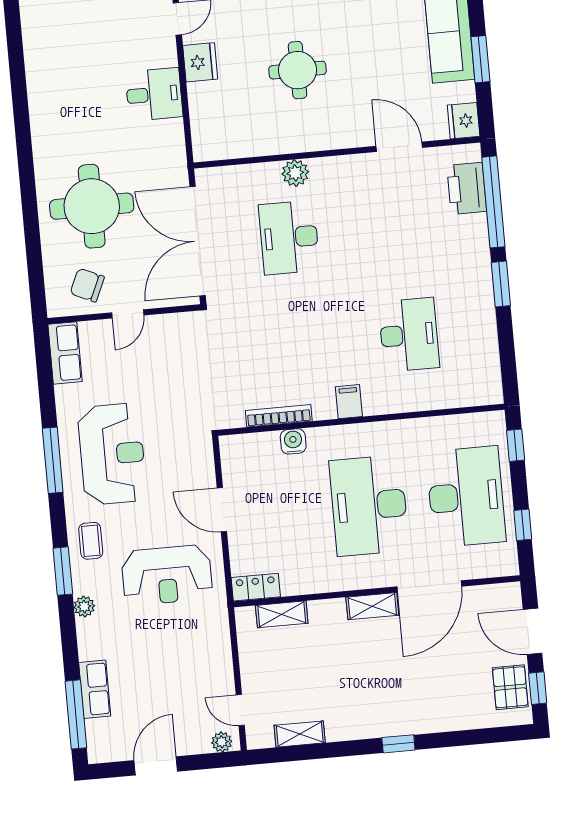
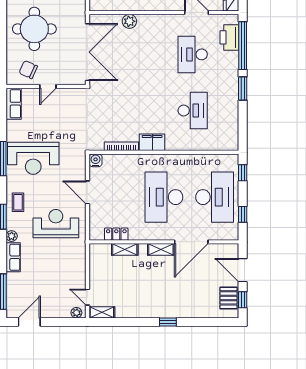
plant: (295, 173) -> (129, 21), moved
desk: (289, 238) -> (193, 54), moved
double door: (198, 241) -> (87, 52), swing flipped
filing cabinet: (349, 402) -> (152, 142), width x2.00
water cooler: (293, 441) -> (96, 160), moved
reception desk: (112, 454) -> (33, 158), turned 90
reception desk: (167, 575) -> (56, 224), turned 180
locker: (256, 587) -> (116, 234), moved
shelving: (282, 614) -> (125, 249), moved
row of seats: (95, 689) -> (13, 257), moved
shelving: (300, 734) -> (102, 312), moved
door: (156, 766) -> (29, 322), moved

